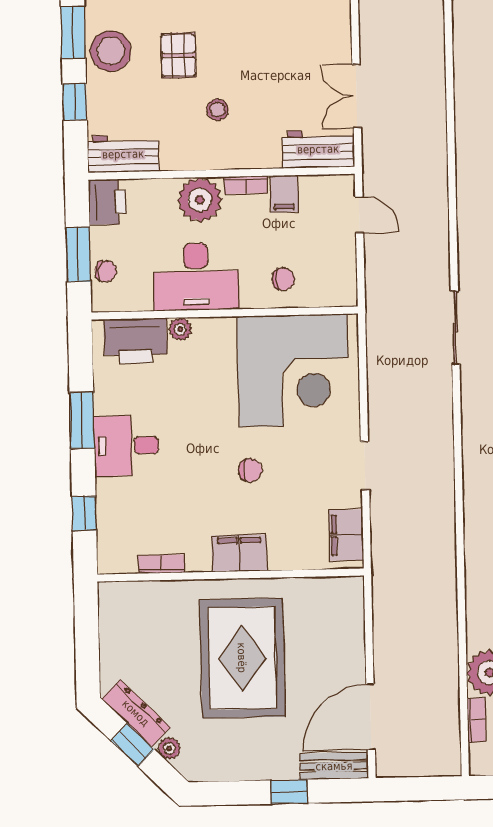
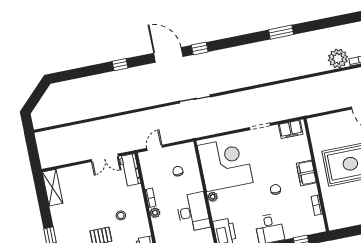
filing cabinet: (284, 194) -> (151, 181), removed
plant: (200, 200) -> (155, 213), width x0.53, depth x0.53
chair: (283, 279) -> (178, 171), moved
plant: (180, 329) -> (213, 197), moved
chair: (250, 470) -> (275, 189), moved

